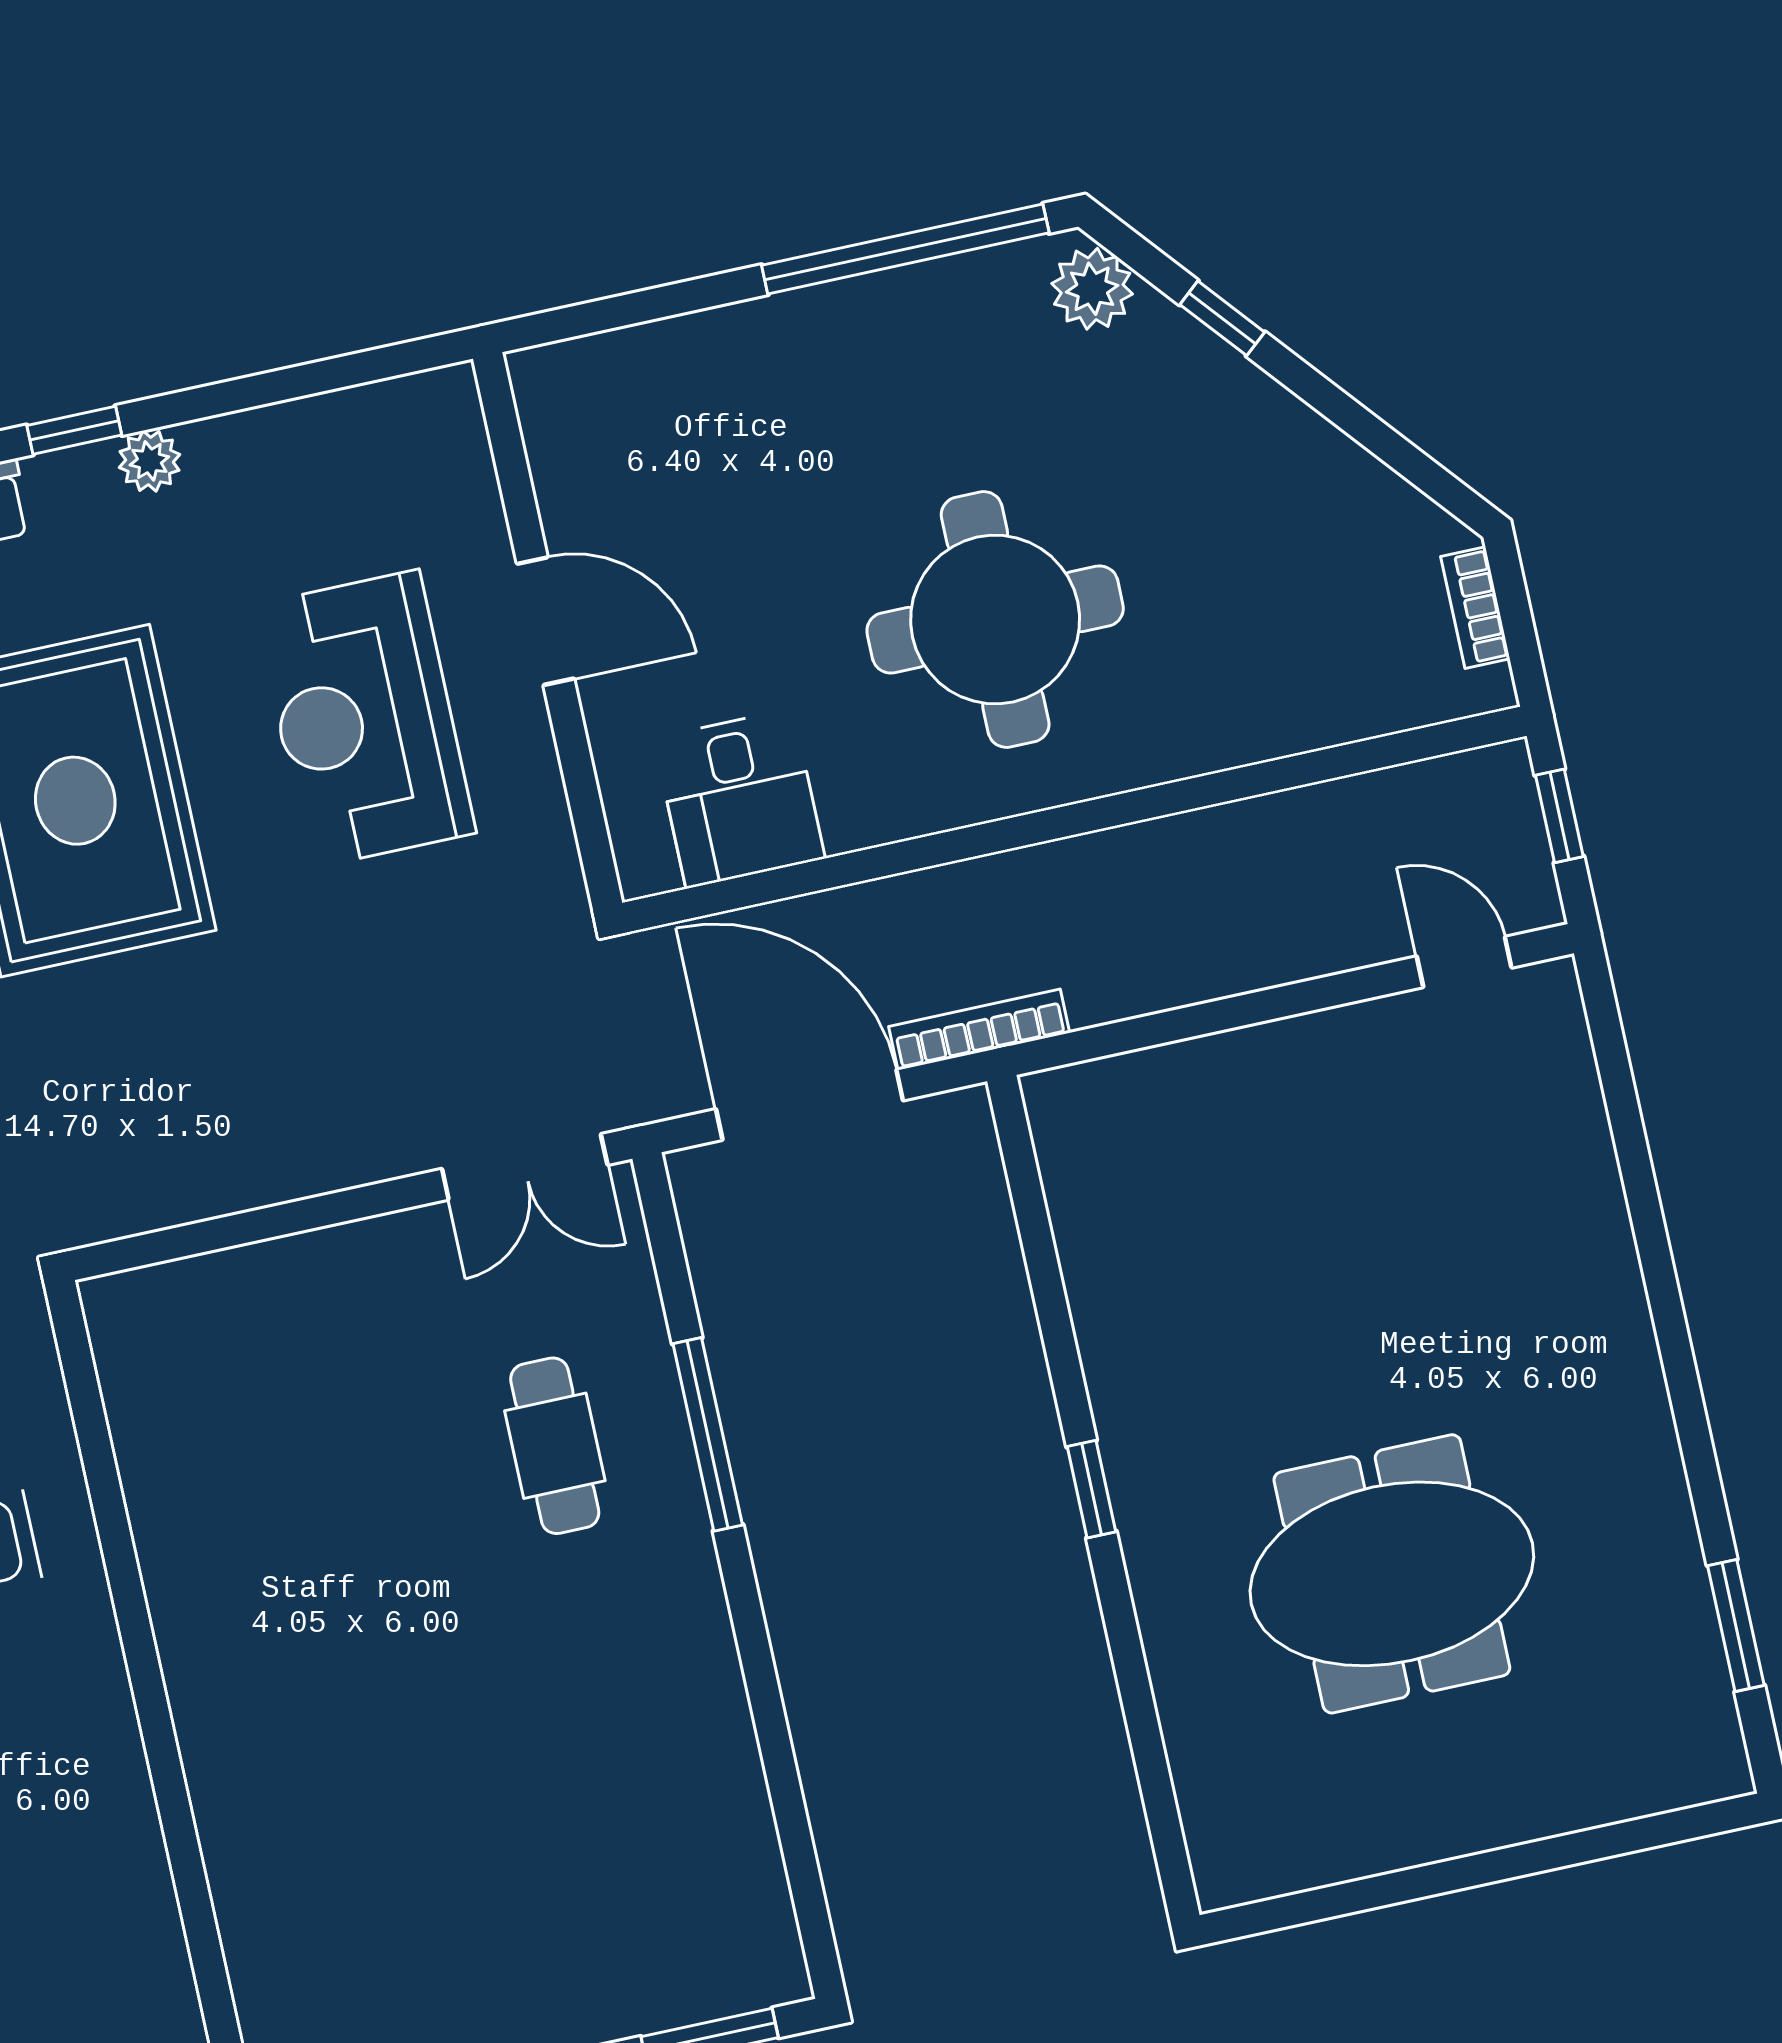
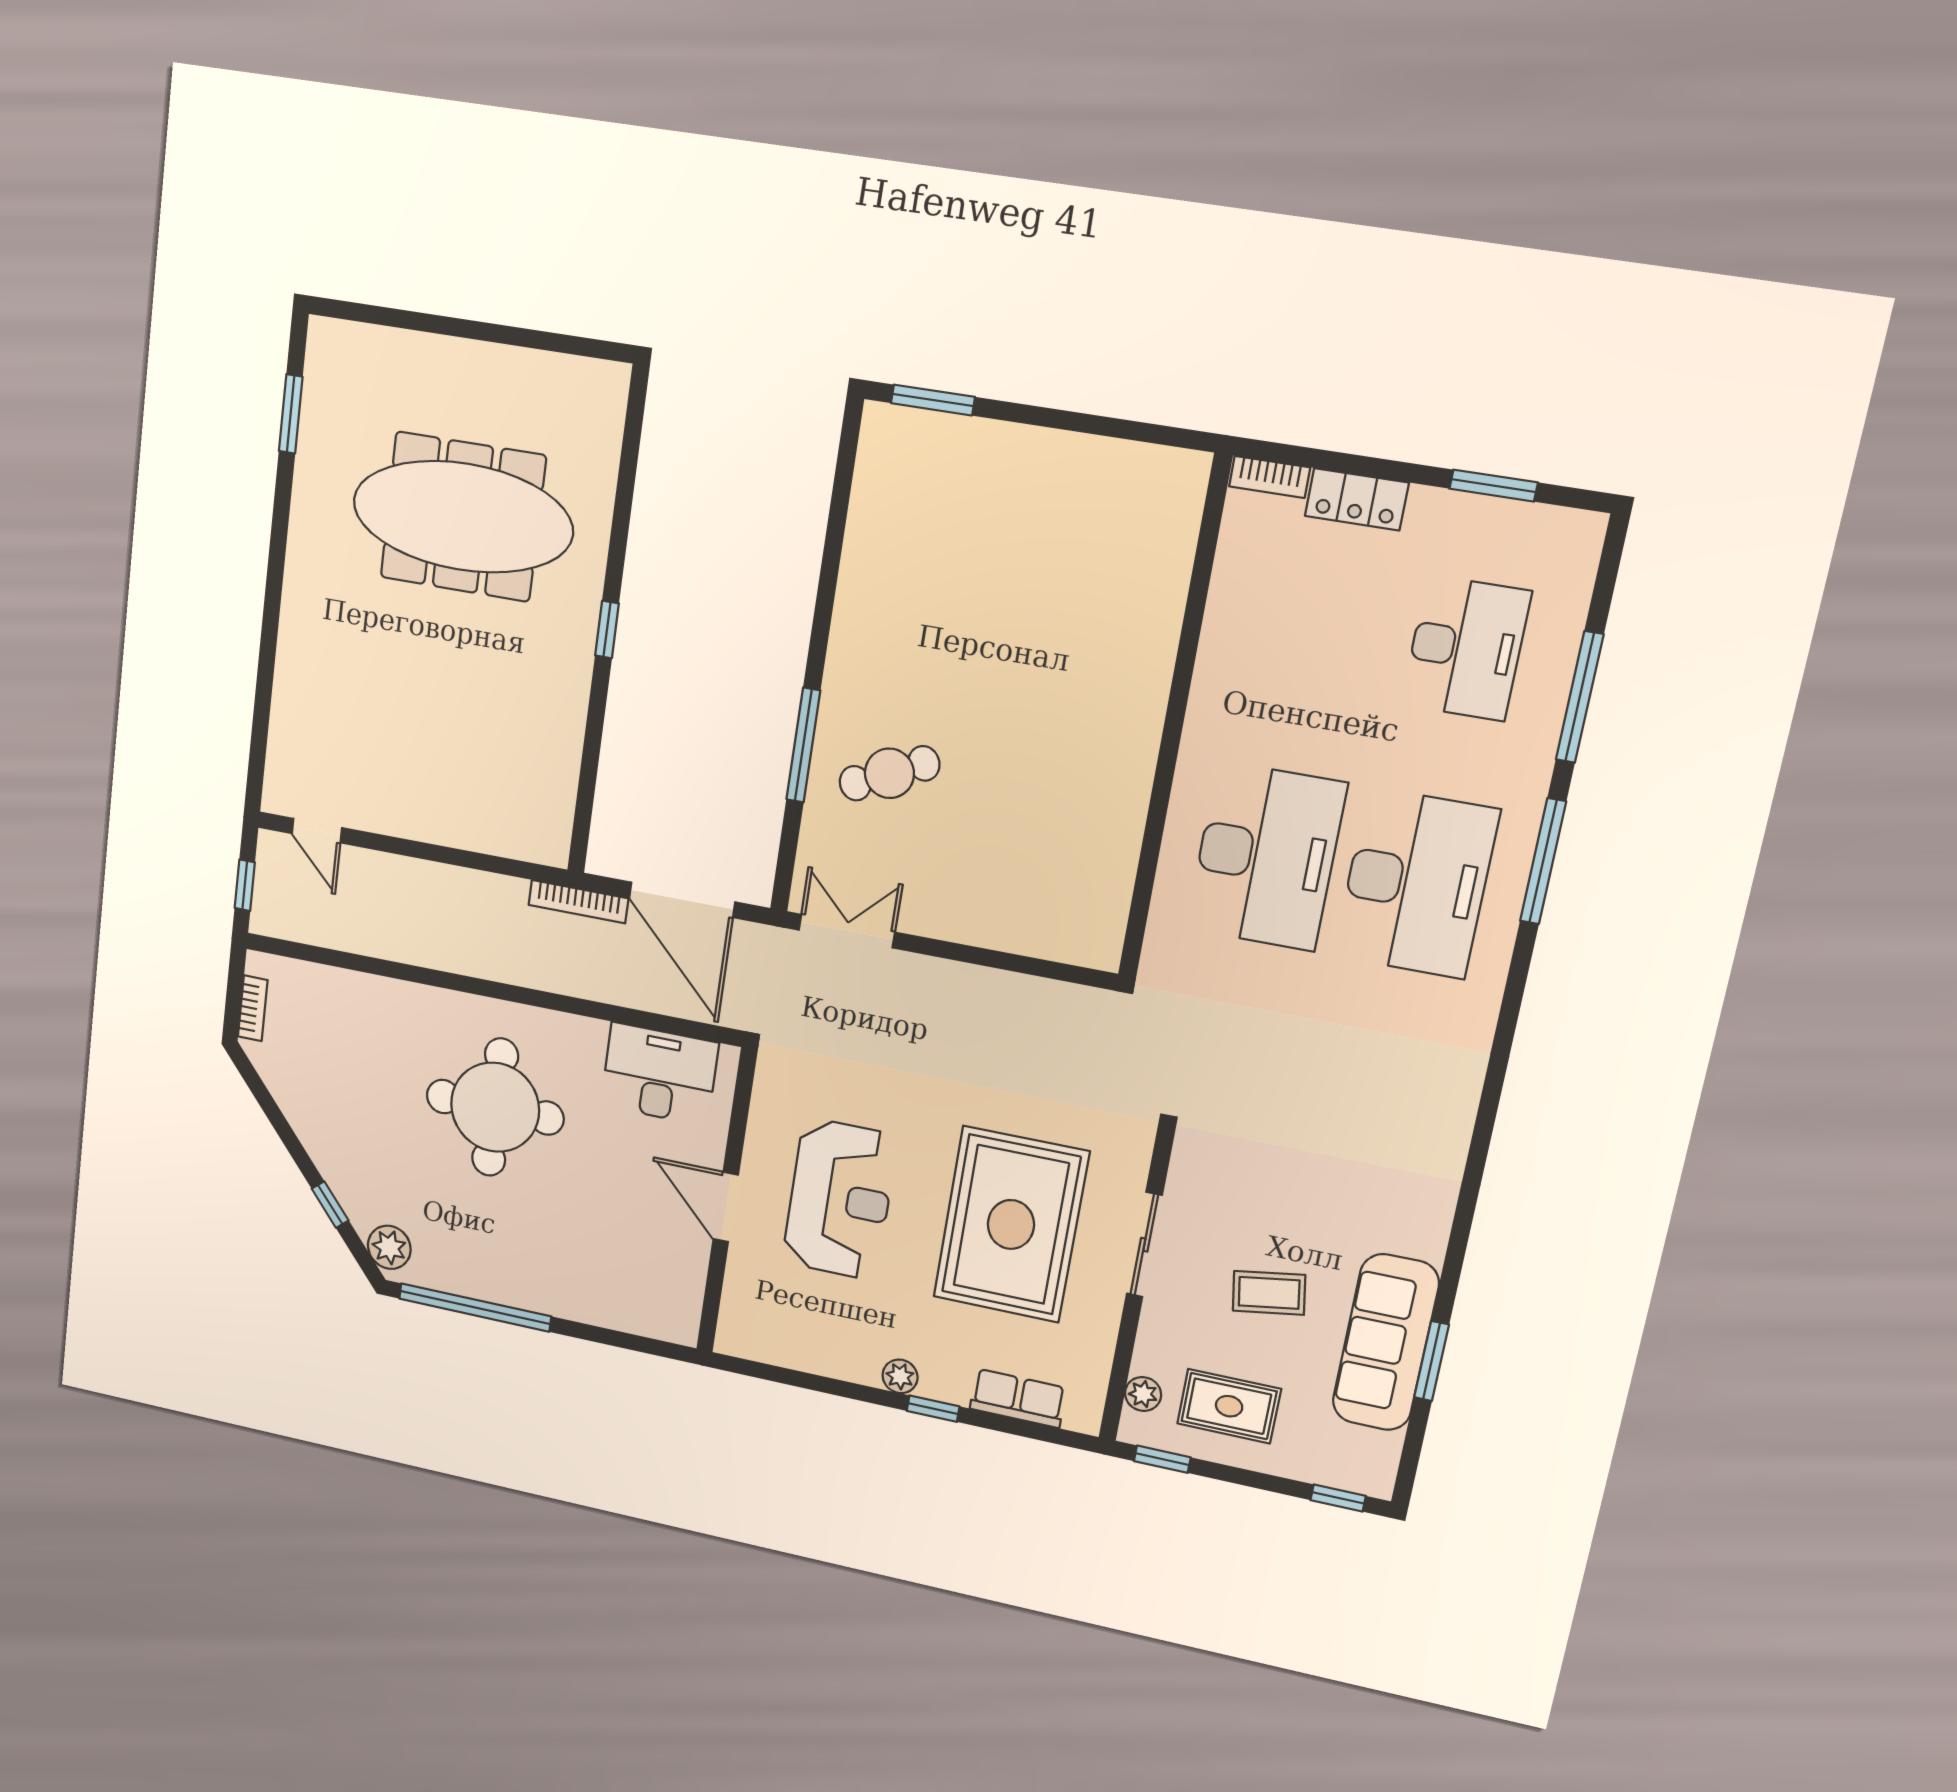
desk: (739, 798) -> (659, 1074), width x1.37
cafe table: (555, 1446) -> (889, 773), turned 64
meeting table: (1392, 1574) -> (463, 517), width x1.36

